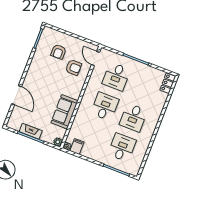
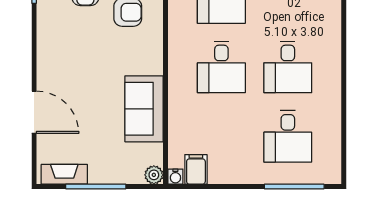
desk: (105, 106) -> (221, 67), turned 180
fireplace: (31, 131) -> (64, 174), moved
desk: (122, 147) -> (288, 136), turned 180

